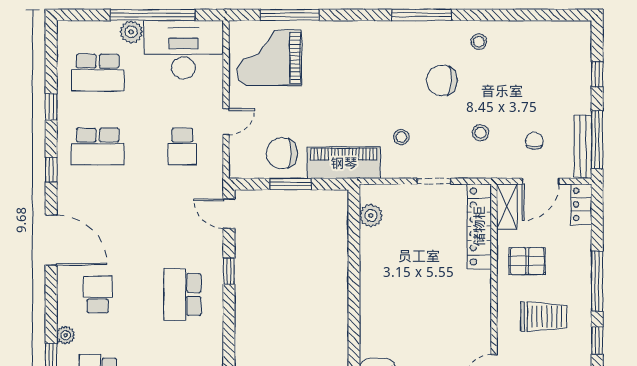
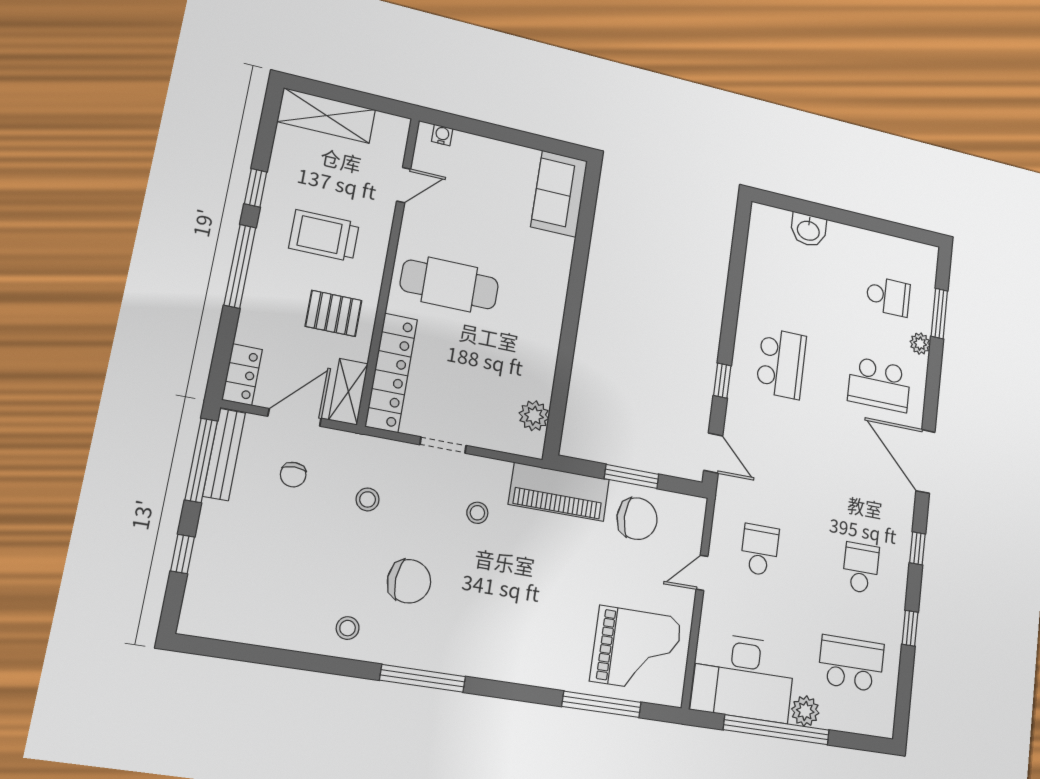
school desk: (98, 146) -> (861, 568), width x0.54
school desk: (98, 294) -> (879, 384), width x1.85
cafe table: (449, 300) -> (449, 284), added

